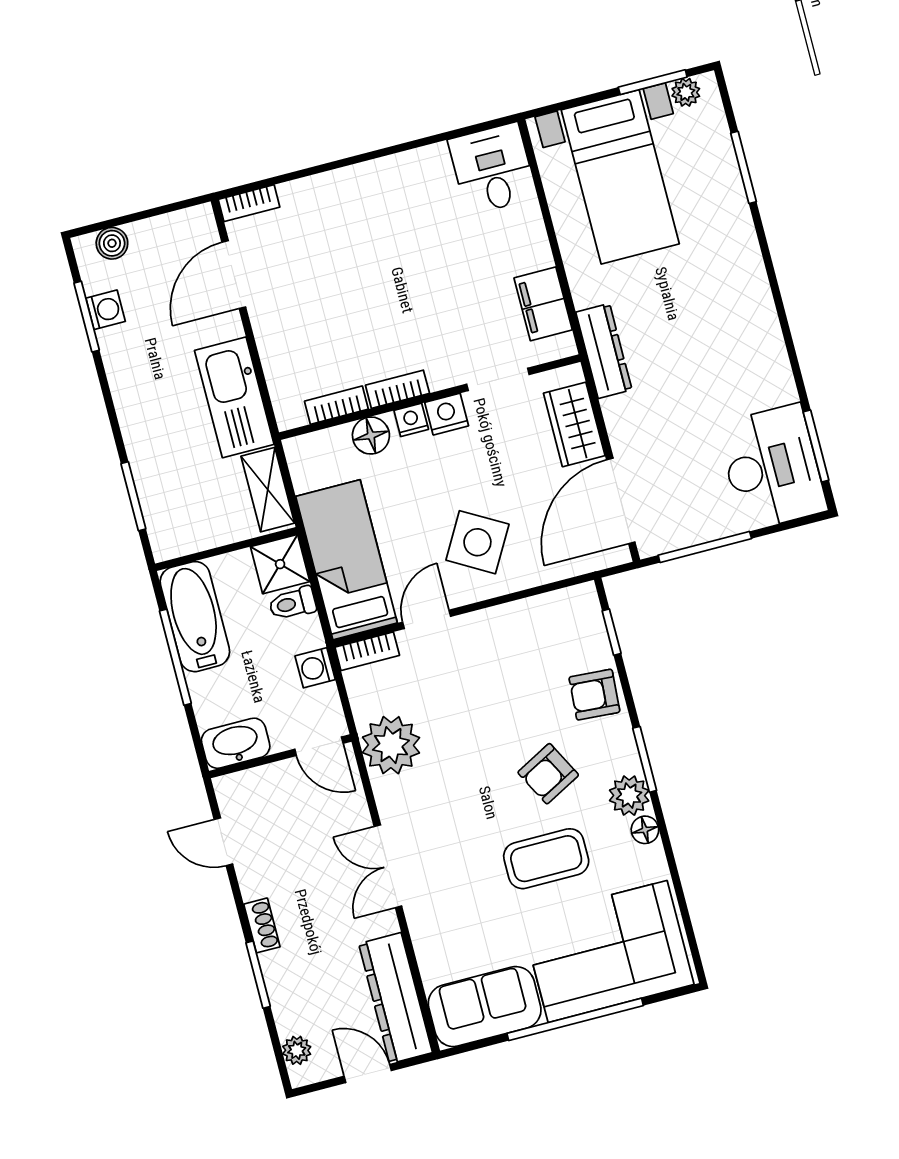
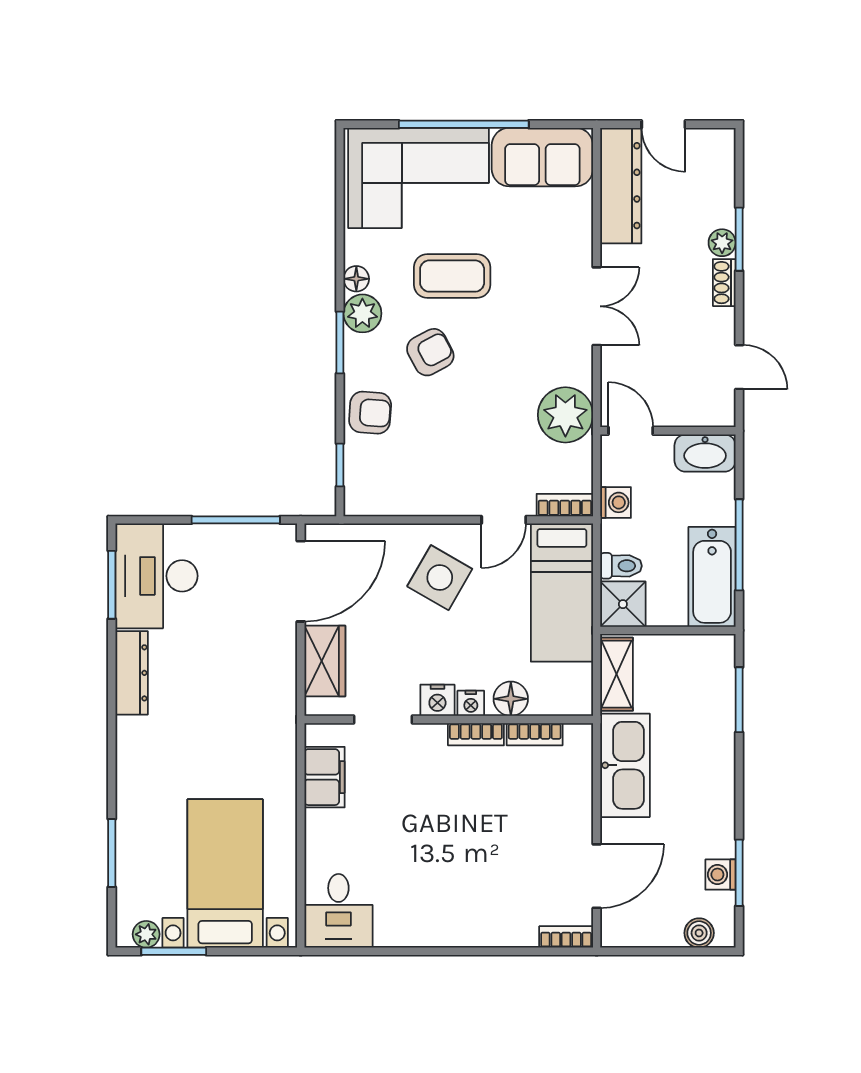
dresser: (604, 351) -> (132, 673), moved, turned 180
plant: (297, 1050) -> (722, 243), moved

